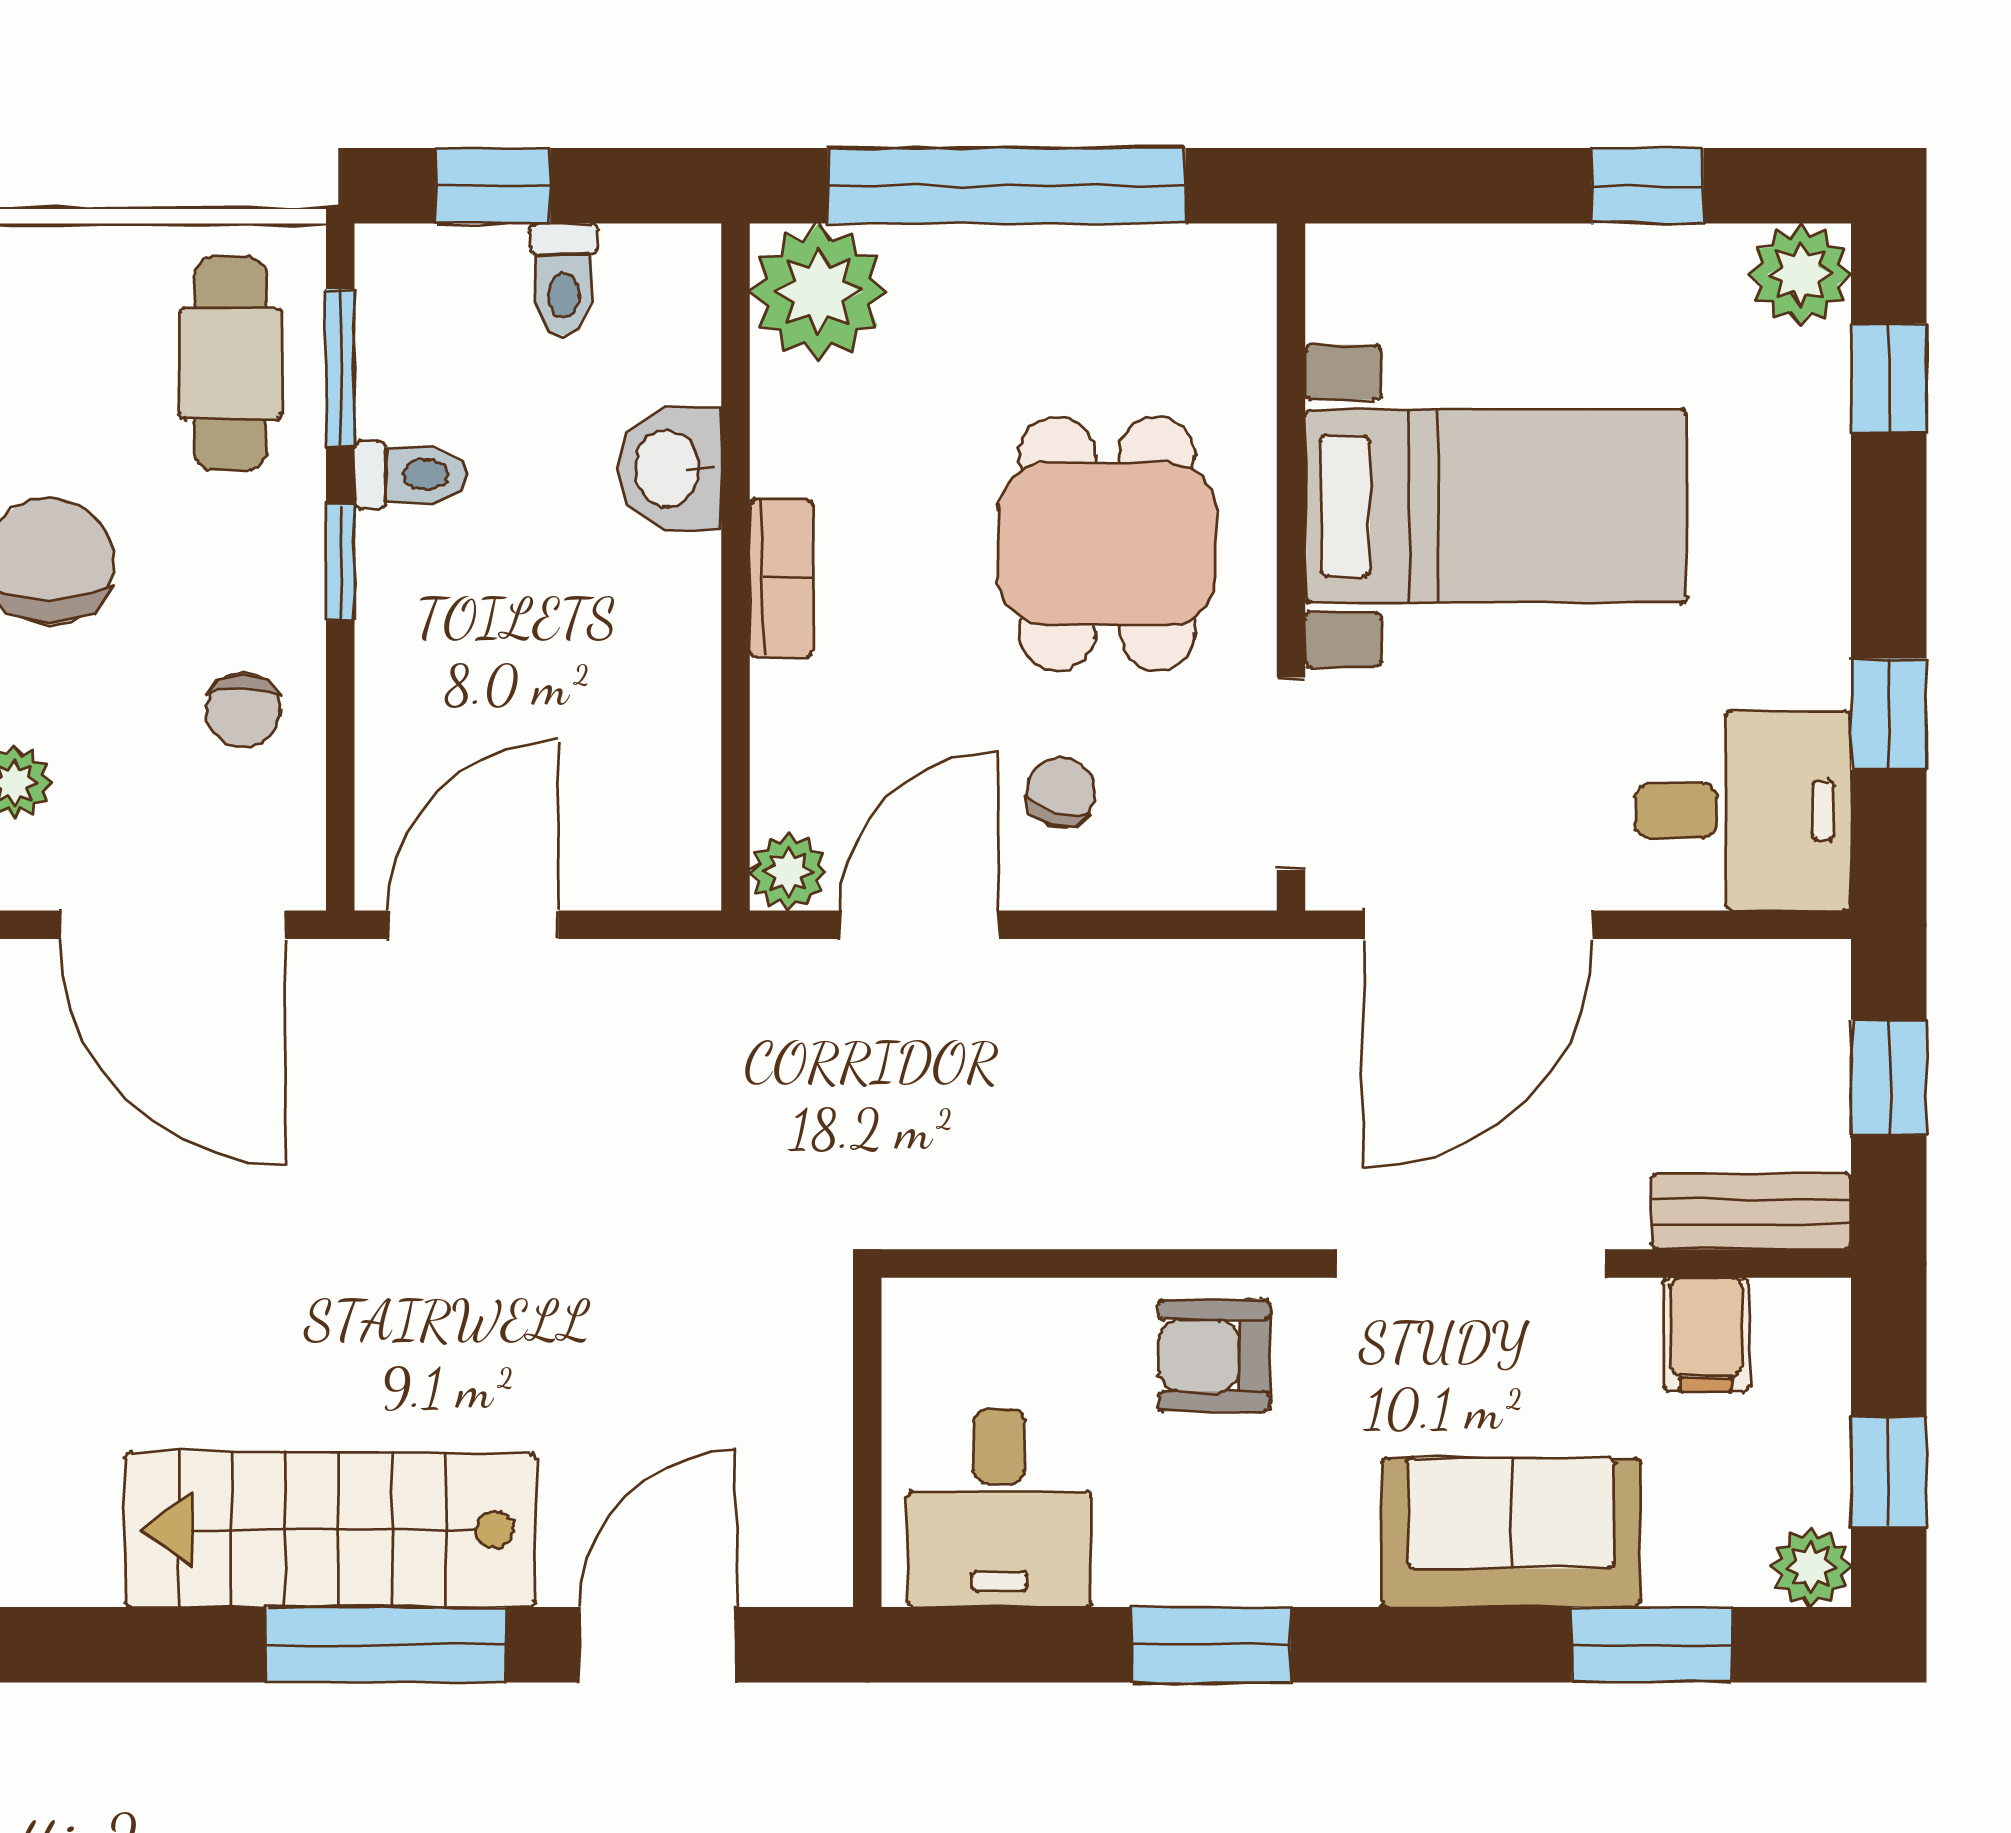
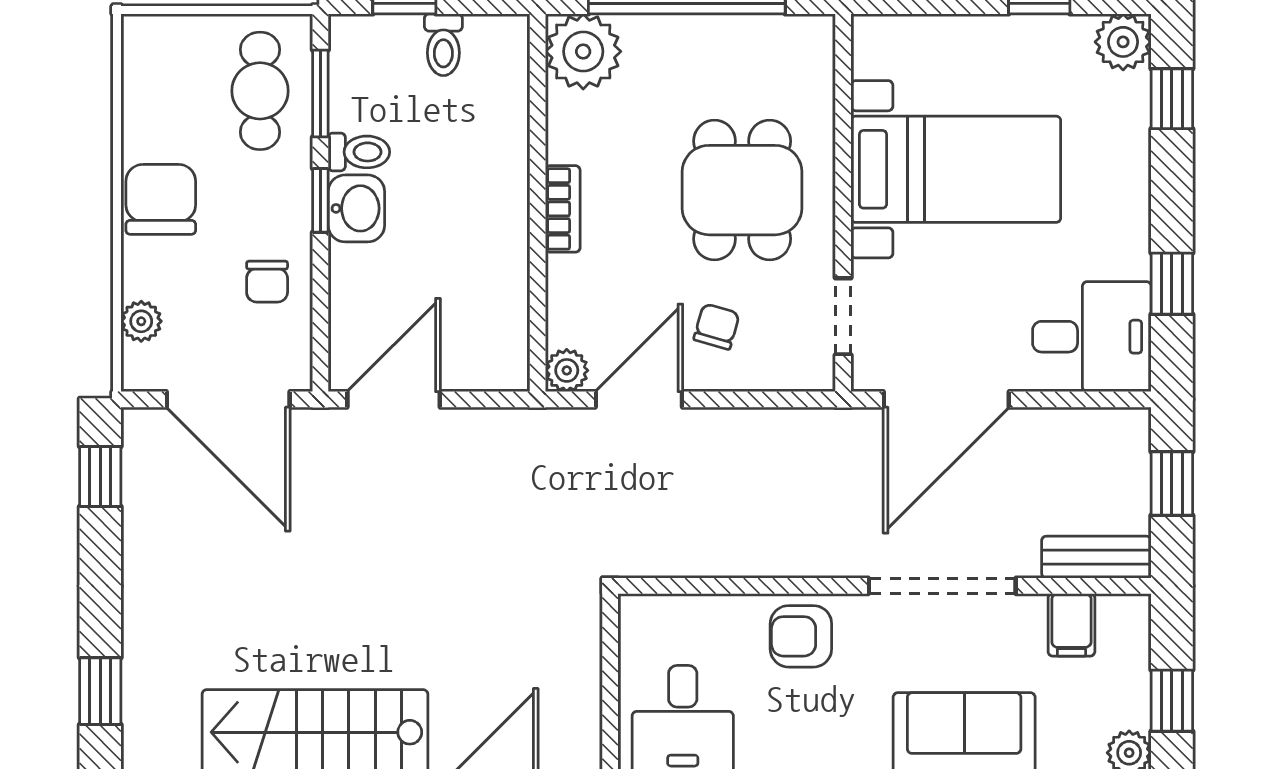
washbasin: (670, 468) -> (356, 208), moved, turned 180
doorway: (1291, 774) -> (843, 316), width x0.73

